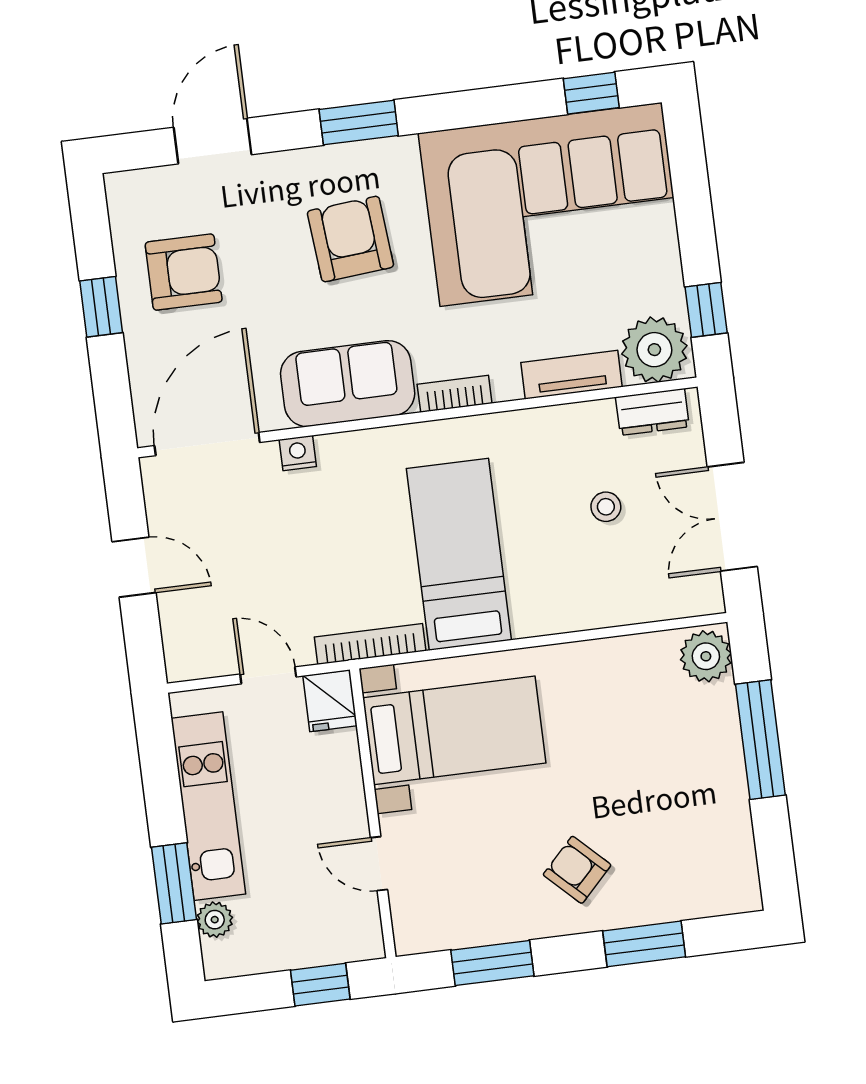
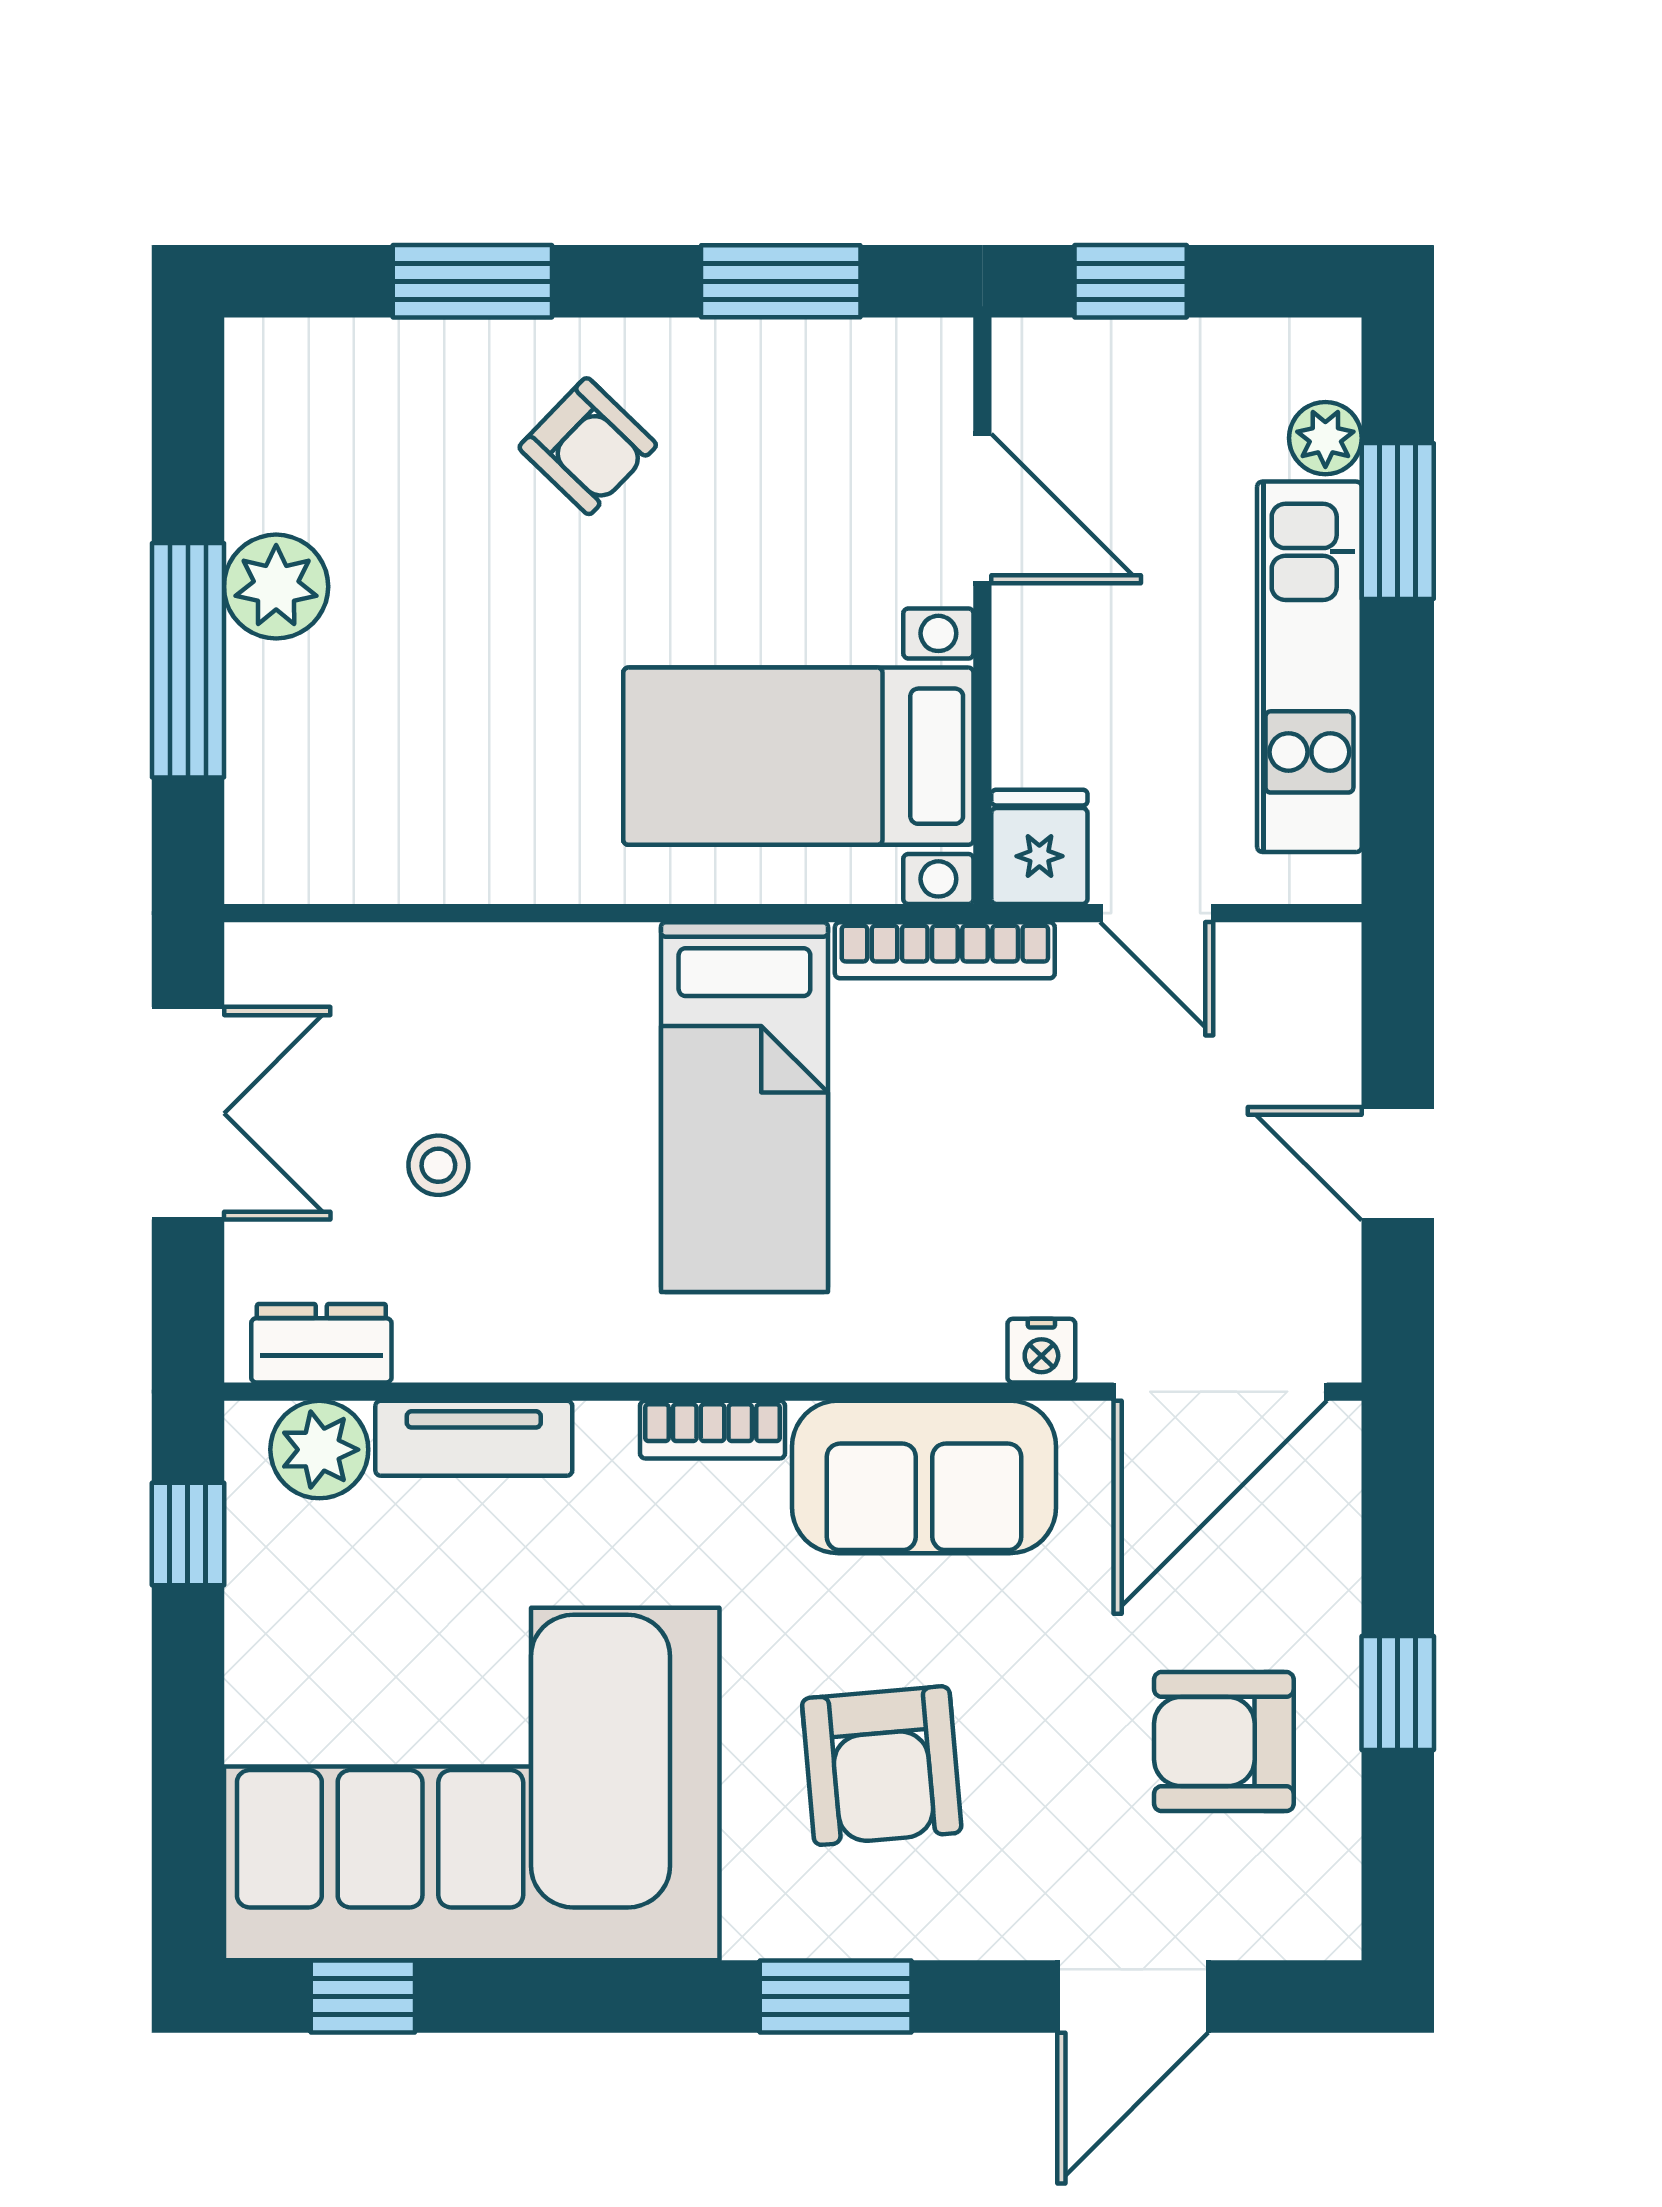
plant: (654, 350) -> (319, 1450), width x0.73, depth x0.73
plant: (706, 656) -> (276, 587), moved
door: (379, 864) -> (982, 509), width x1.38

